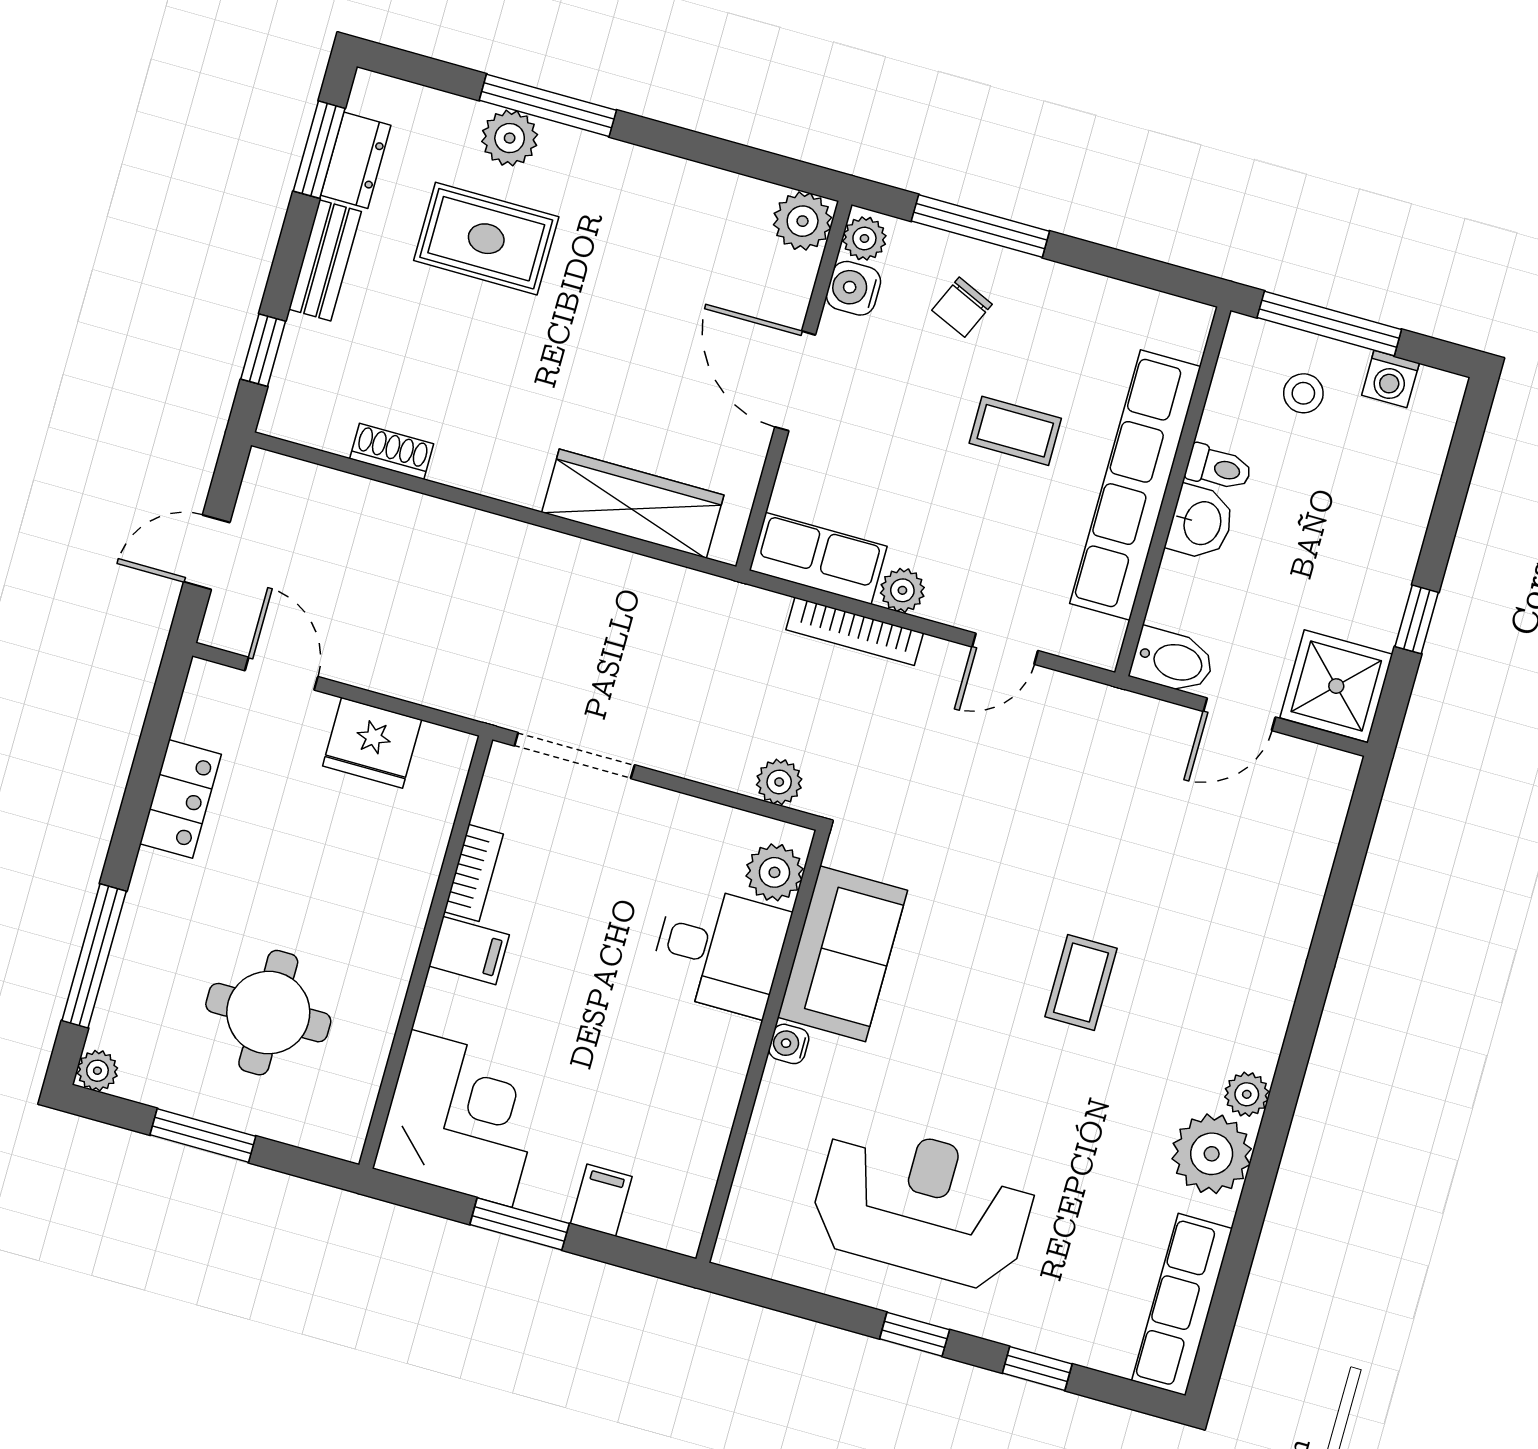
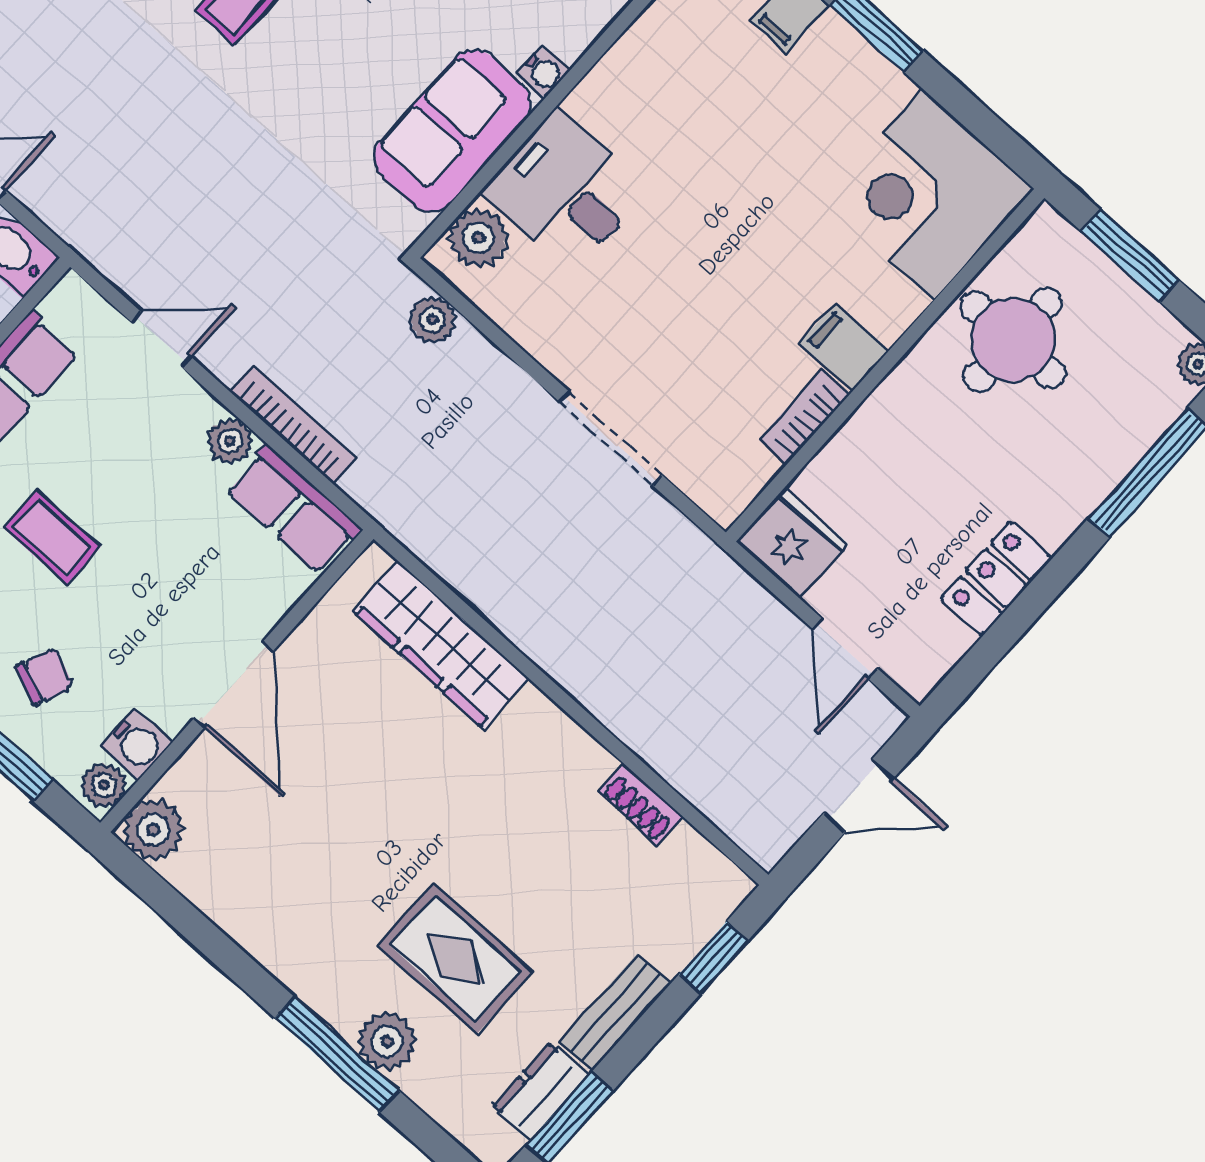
bookcase: (474, 873) -> (804, 417), moved
filing cabinet: (469, 950) -> (844, 347), moved
wall: (426, 952) -> (885, 365), moved
corner desk: (461, 1118) -> (928, 195), moved

